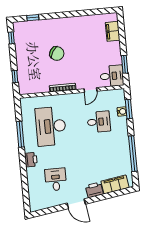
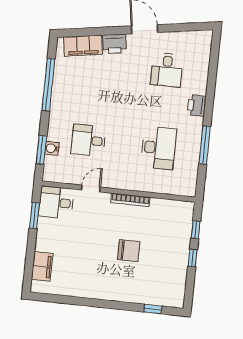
window: (11, 38) -> (193, 258), moved
chair: (57, 53) -> (129, 251), turned 148
desk: (51, 126) -> (159, 148), width x0.73, depth x0.77

